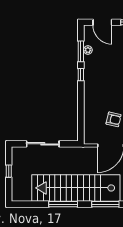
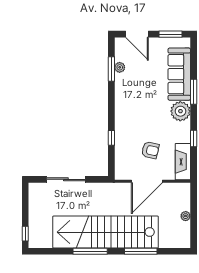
window: (81, 75) -> (111, 138), moved
window: (9, 171) -> (25, 234), moved

